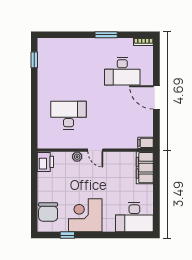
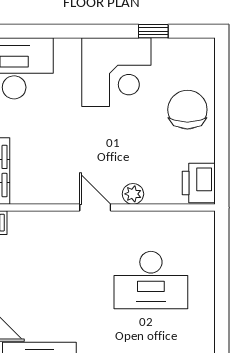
chair: (48, 212) -> (187, 110), moved

